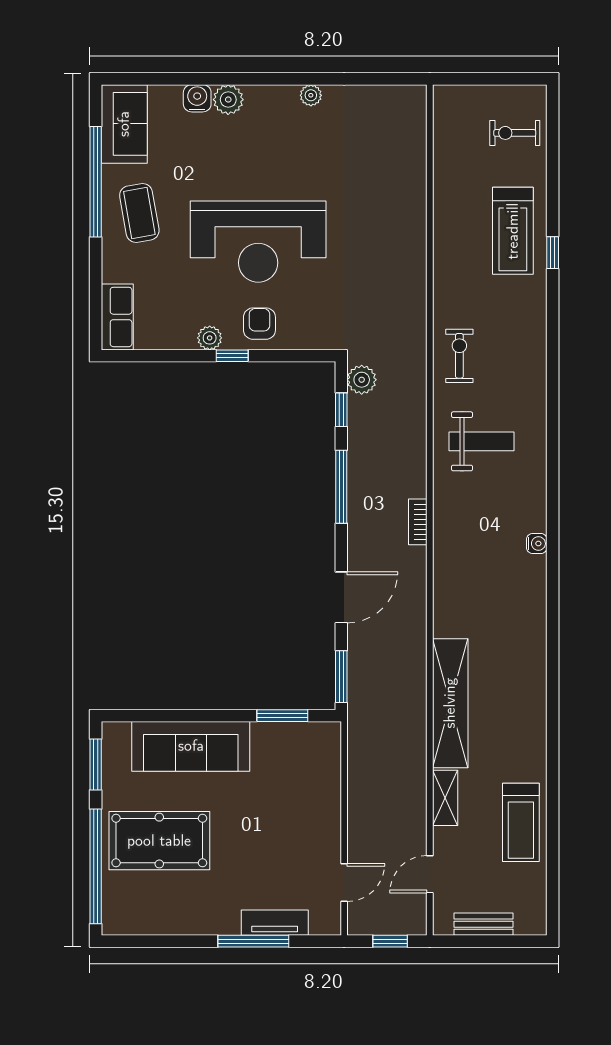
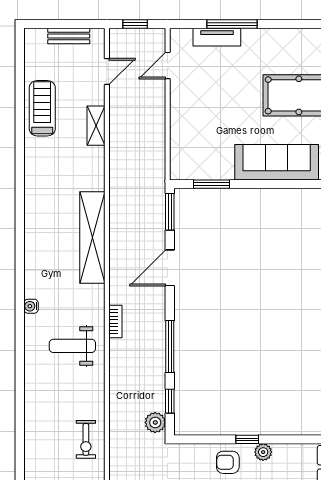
armchair: (259, 324) -> (228, 462), turned 90
weight bench: (481, 441) -> (72, 346), moved
shelving: (450, 703) -> (92, 238), moved

